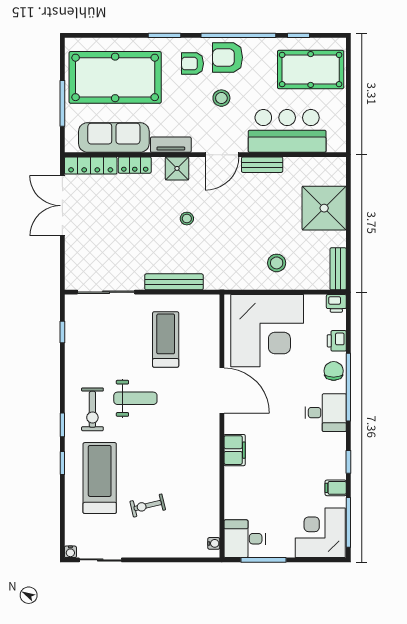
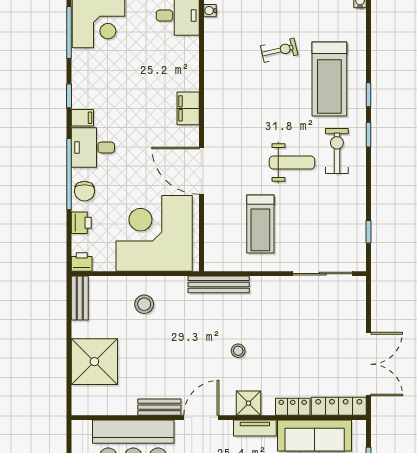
bench: (174, 282) -> (219, 284), moved
weight bench: (135, 398) -> (292, 162), turned 180
filing cabinet: (336, 488) -> (82, 118), moved

